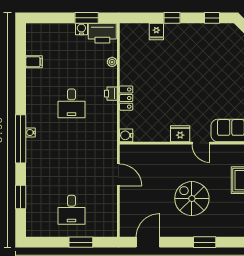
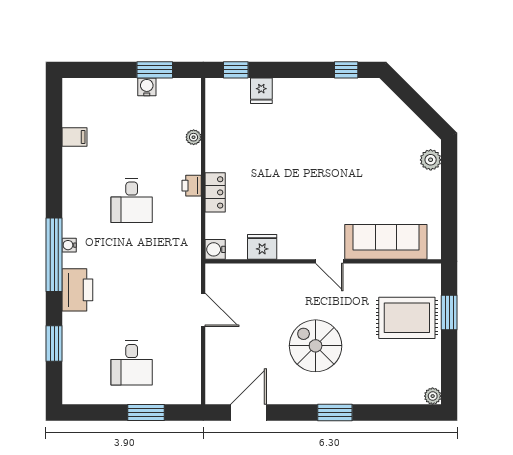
window: (172, 18) -> (236, 70), moved
printer: (102, 33) -> (77, 290), moved, turned -90
fridge: (180, 134) -> (262, 247), moved

